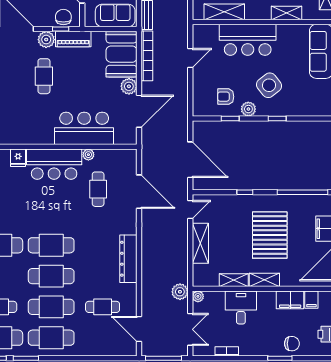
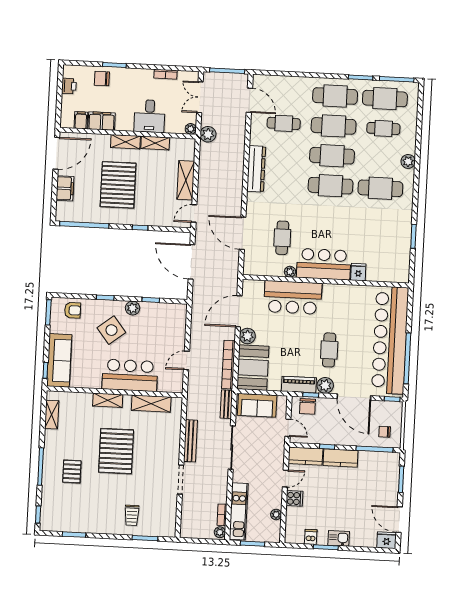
shelving: (286, 13) -> (108, 400), moved
armchair: (226, 97) -> (73, 310), moved

